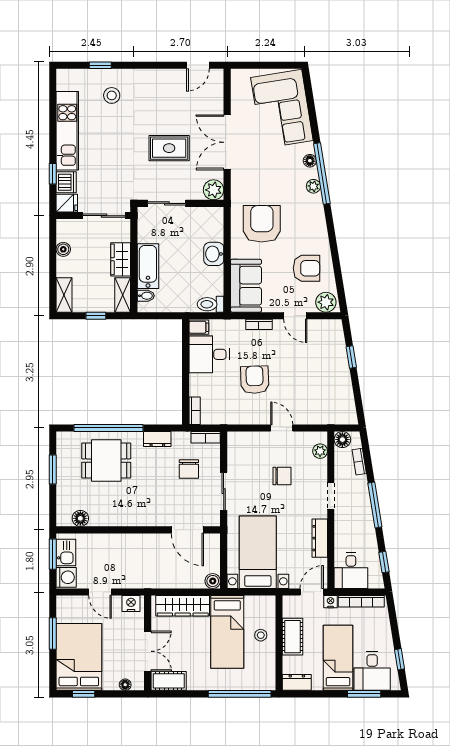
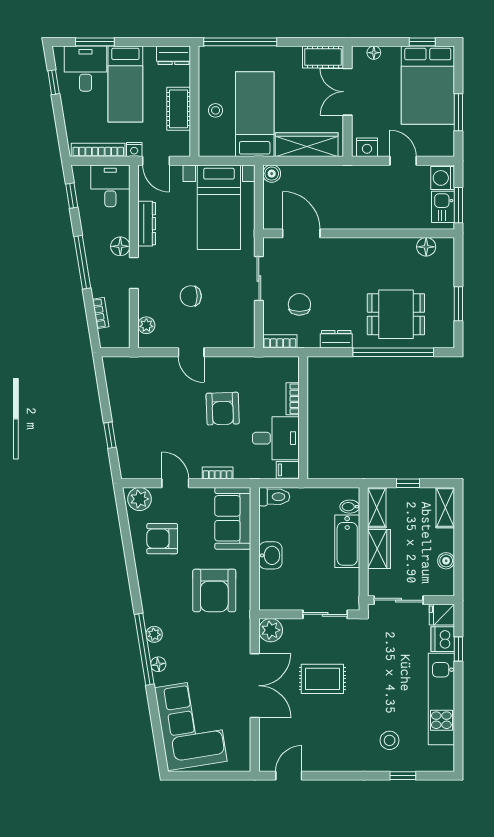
bookcase: (195, 411) -> (293, 399), moved
floor lamp: (342, 440) -> (120, 246), moved
door: (312, 592) -> (156, 161), hinge flipped

